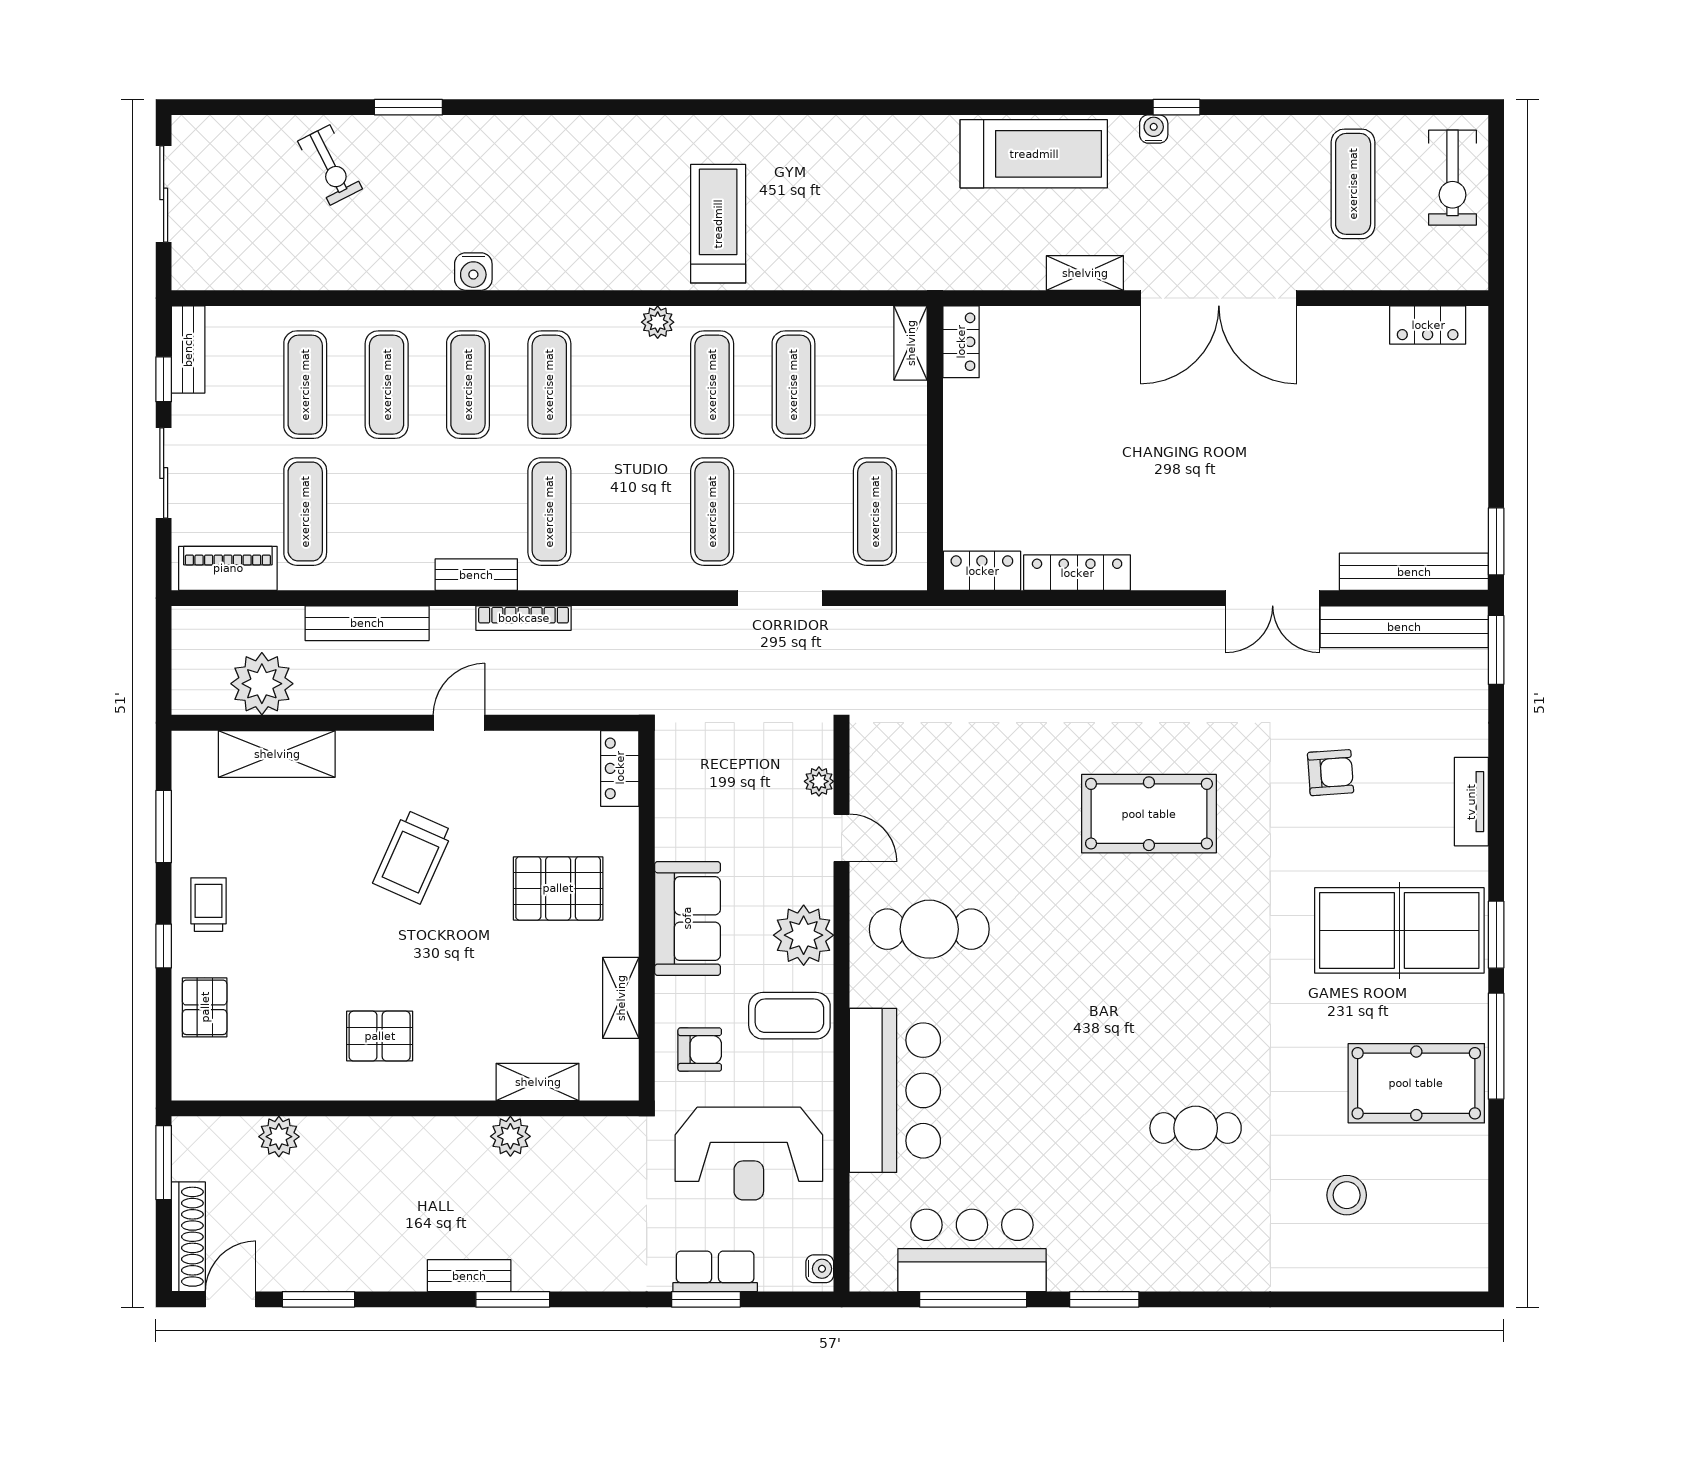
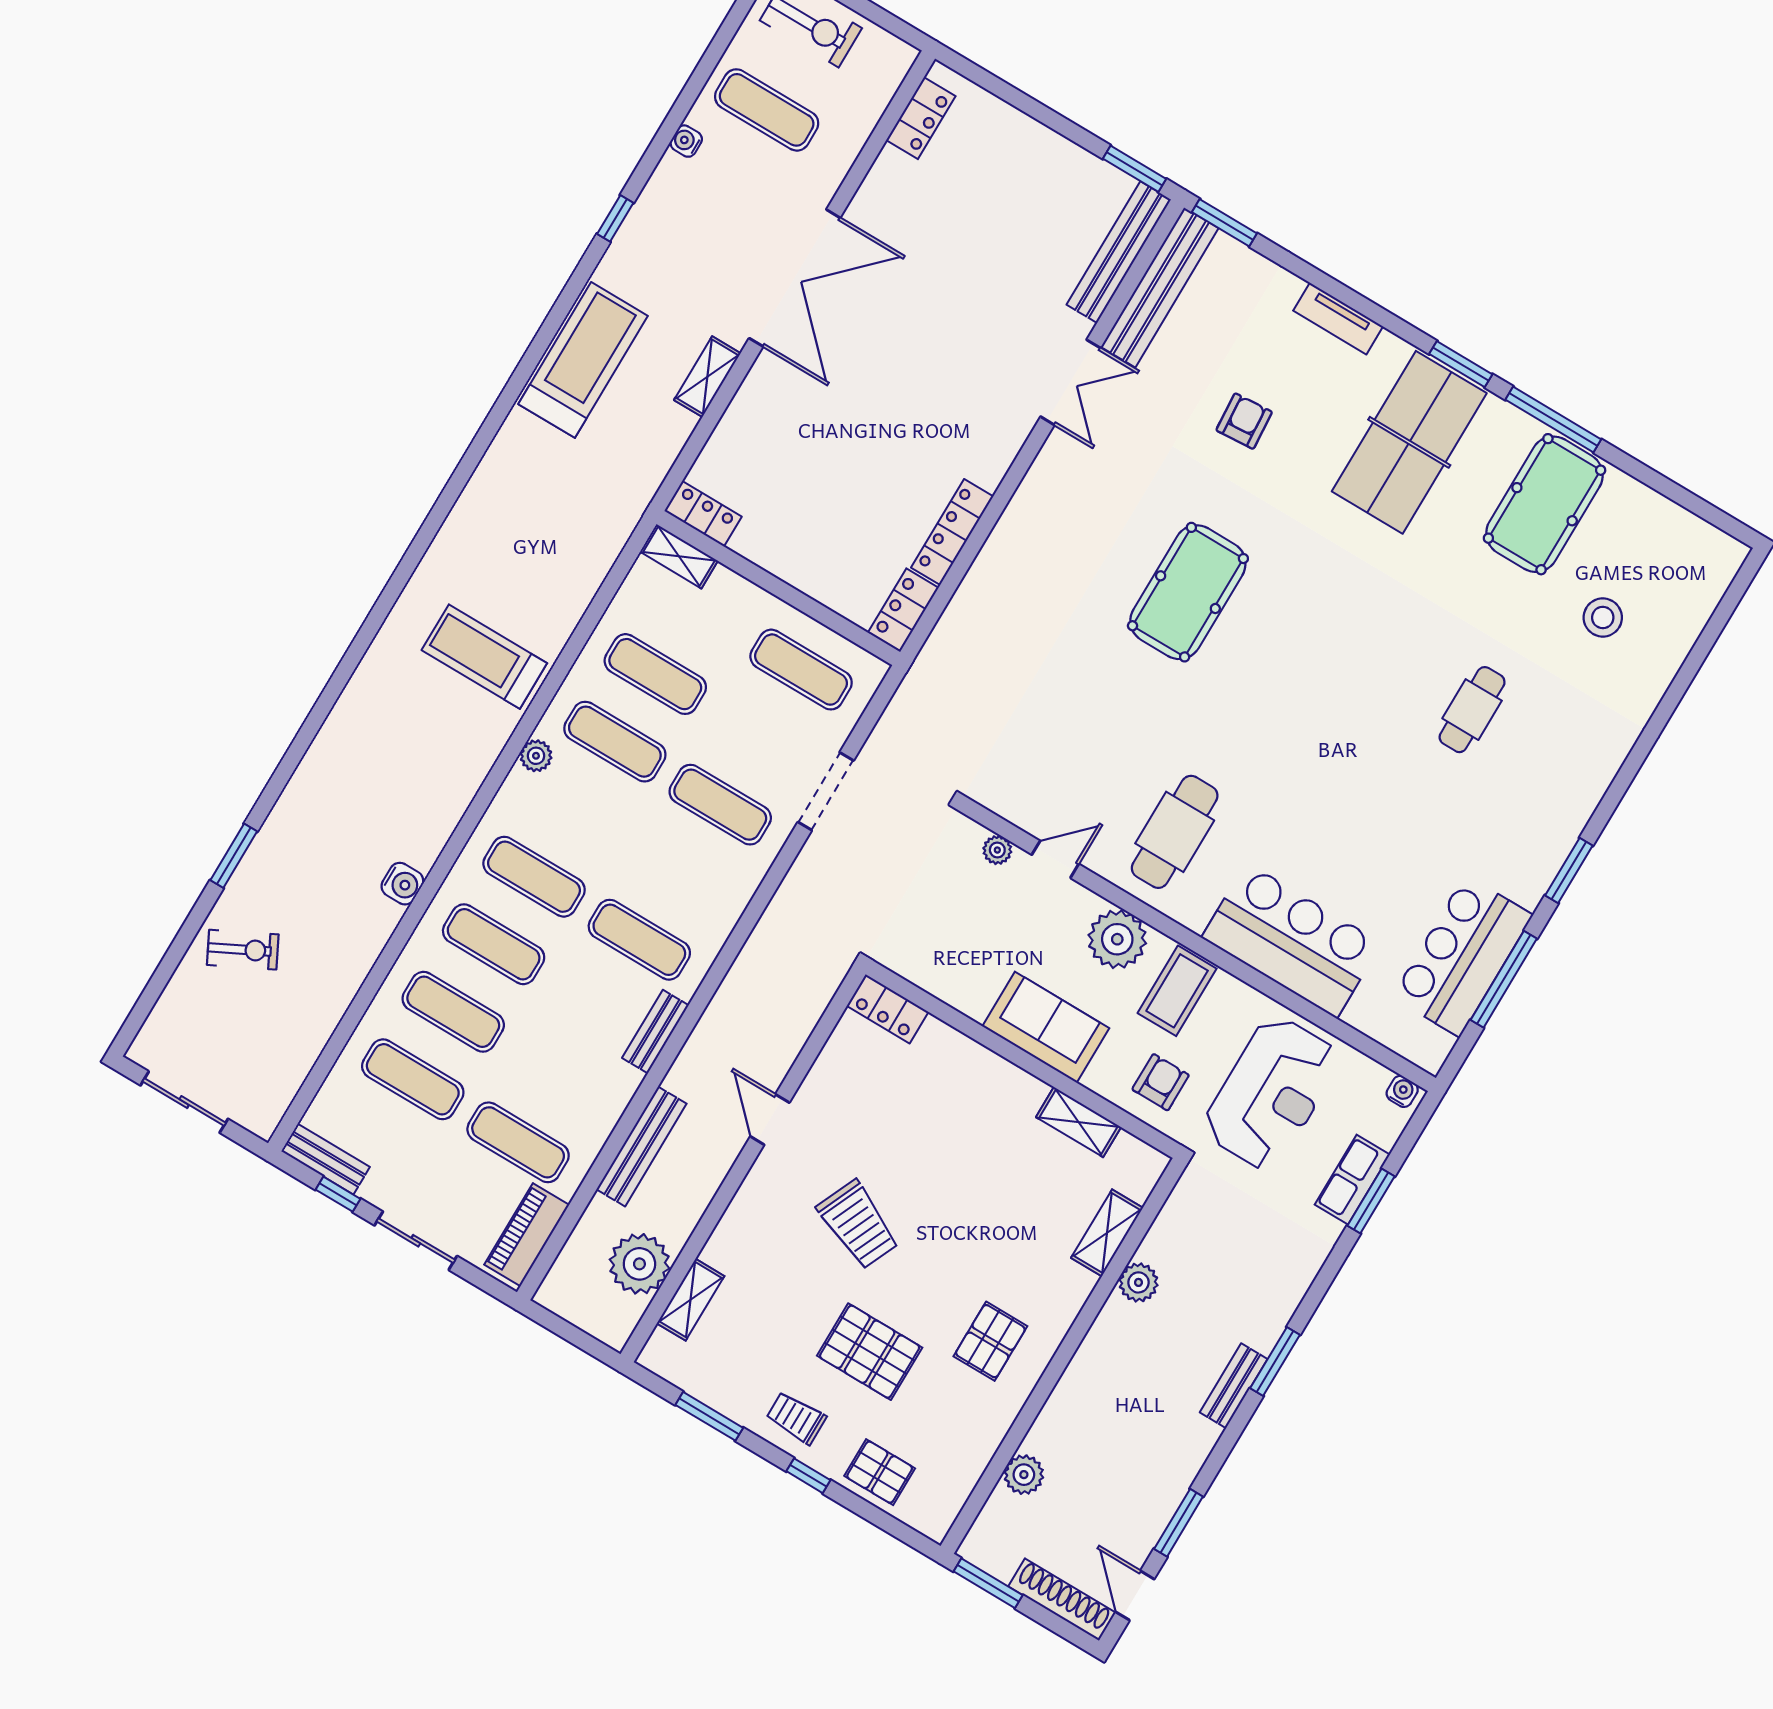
water cooler: (1154, 129) -> (686, 141), moved
bookcase: (524, 618) -> (715, 1014), removed
shelving: (277, 754) -> (691, 1300), width x0.67, depth x0.75
pallet: (558, 888) -> (870, 1352), moved, turned 90

